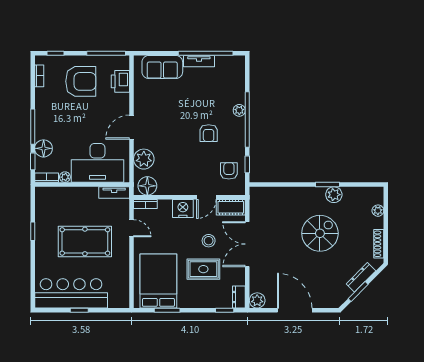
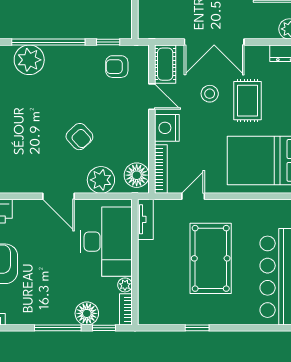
plant: (239, 110) -> (29, 60), width x1.87, depth x1.87
armchair: (209, 133) -> (79, 137), moved, turned 47
bookcase: (145, 204) -> (161, 169), width x1.56

